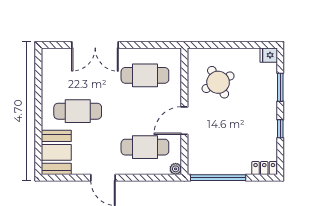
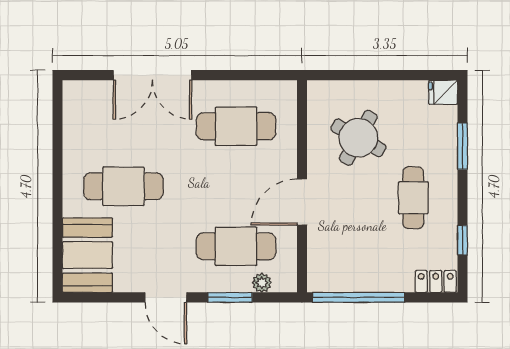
round table: (218, 82) -> (358, 138), turned -33
cafe table: (251, 118) -> (413, 198), added
window: (280, 129) -> (462, 240), moved
plant: (176, 169) -> (262, 283), moved
window: (141, 178) -> (230, 297), added

